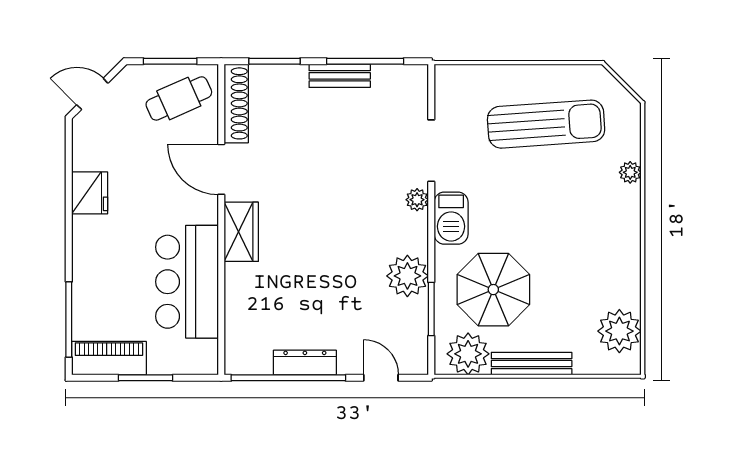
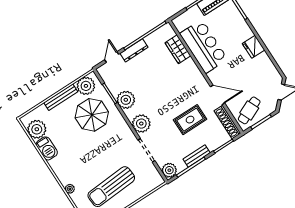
plant: (411, 83) -> (169, 170), added
rug: (307, 156) -> (190, 120), added
fridge: (90, 193) -> (253, 47), moved
plant: (417, 200) -> (141, 124), width x1.87, depth x1.87
barbecue: (451, 218) -> (47, 148), moved, turned 180
wardrobe: (241, 232) -> (178, 49), moved
dresser: (305, 363) -> (134, 50), moved
door: (381, 378) -> (112, 57), swing flipped

